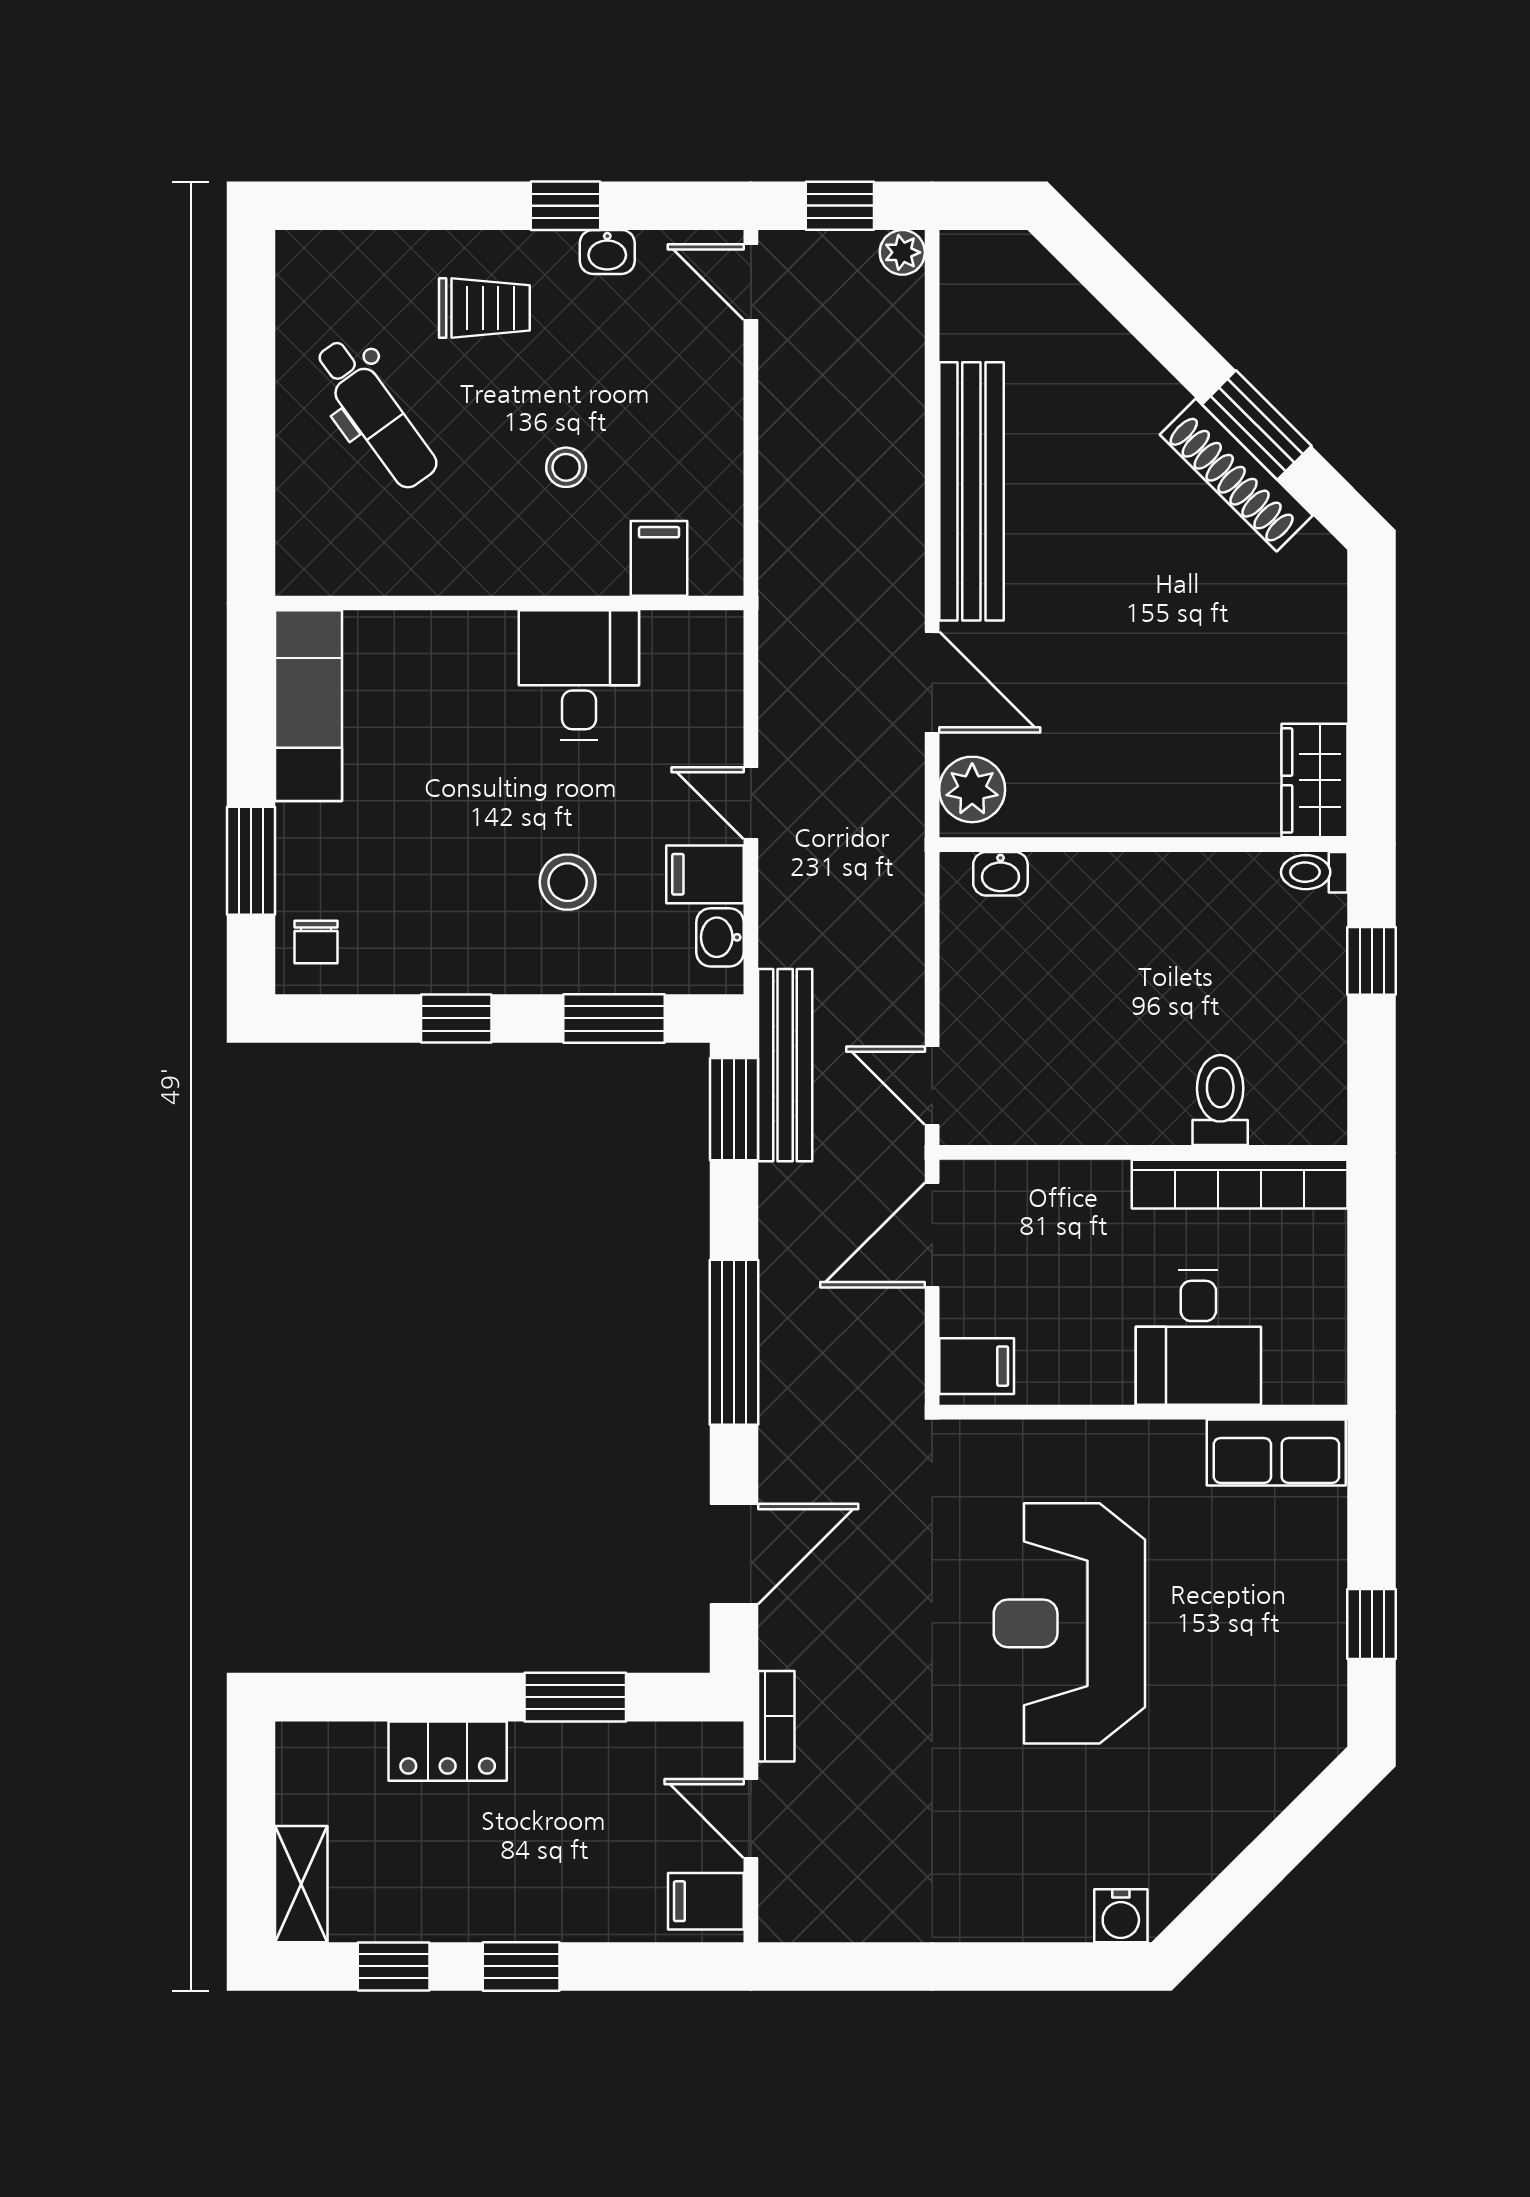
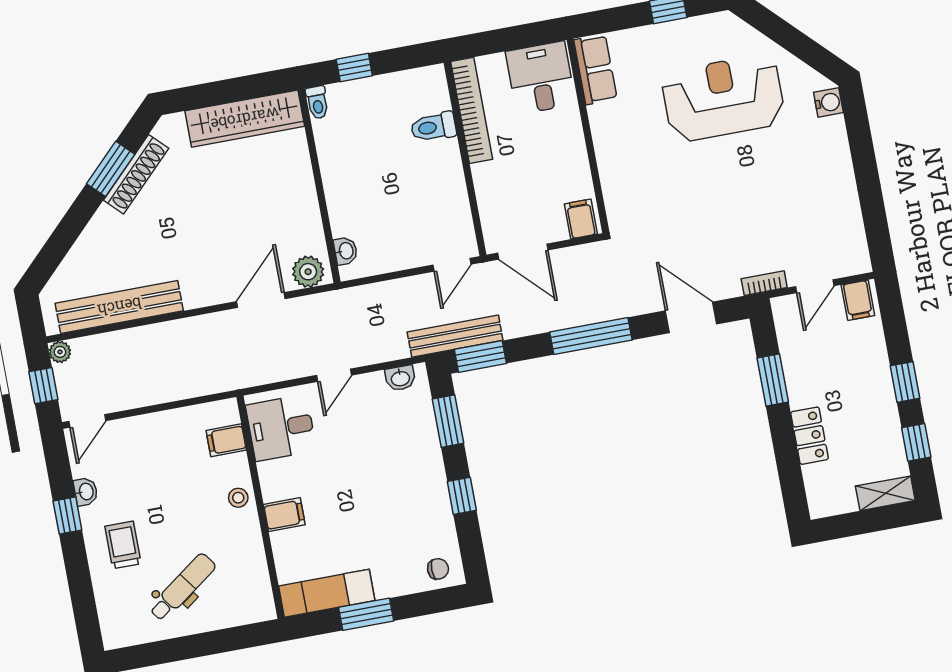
stool: (566, 467) -> (238, 498), moved
bench: (971, 491) -> (119, 307), moved
desk: (579, 675) -> (281, 428), moved
wardrobe: (1315, 780) -> (245, 119), width x2.10, depth x1.17
window: (251, 861) -> (366, 614), moved
filing cabinet: (705, 874) -> (284, 515), moved, turned -90
stool: (568, 882) -> (388, 455), removed
desk: (1198, 1337) -> (541, 78), moved, turned -90
reception desk: (1069, 1623) -> (723, 98), moved, turned 180

